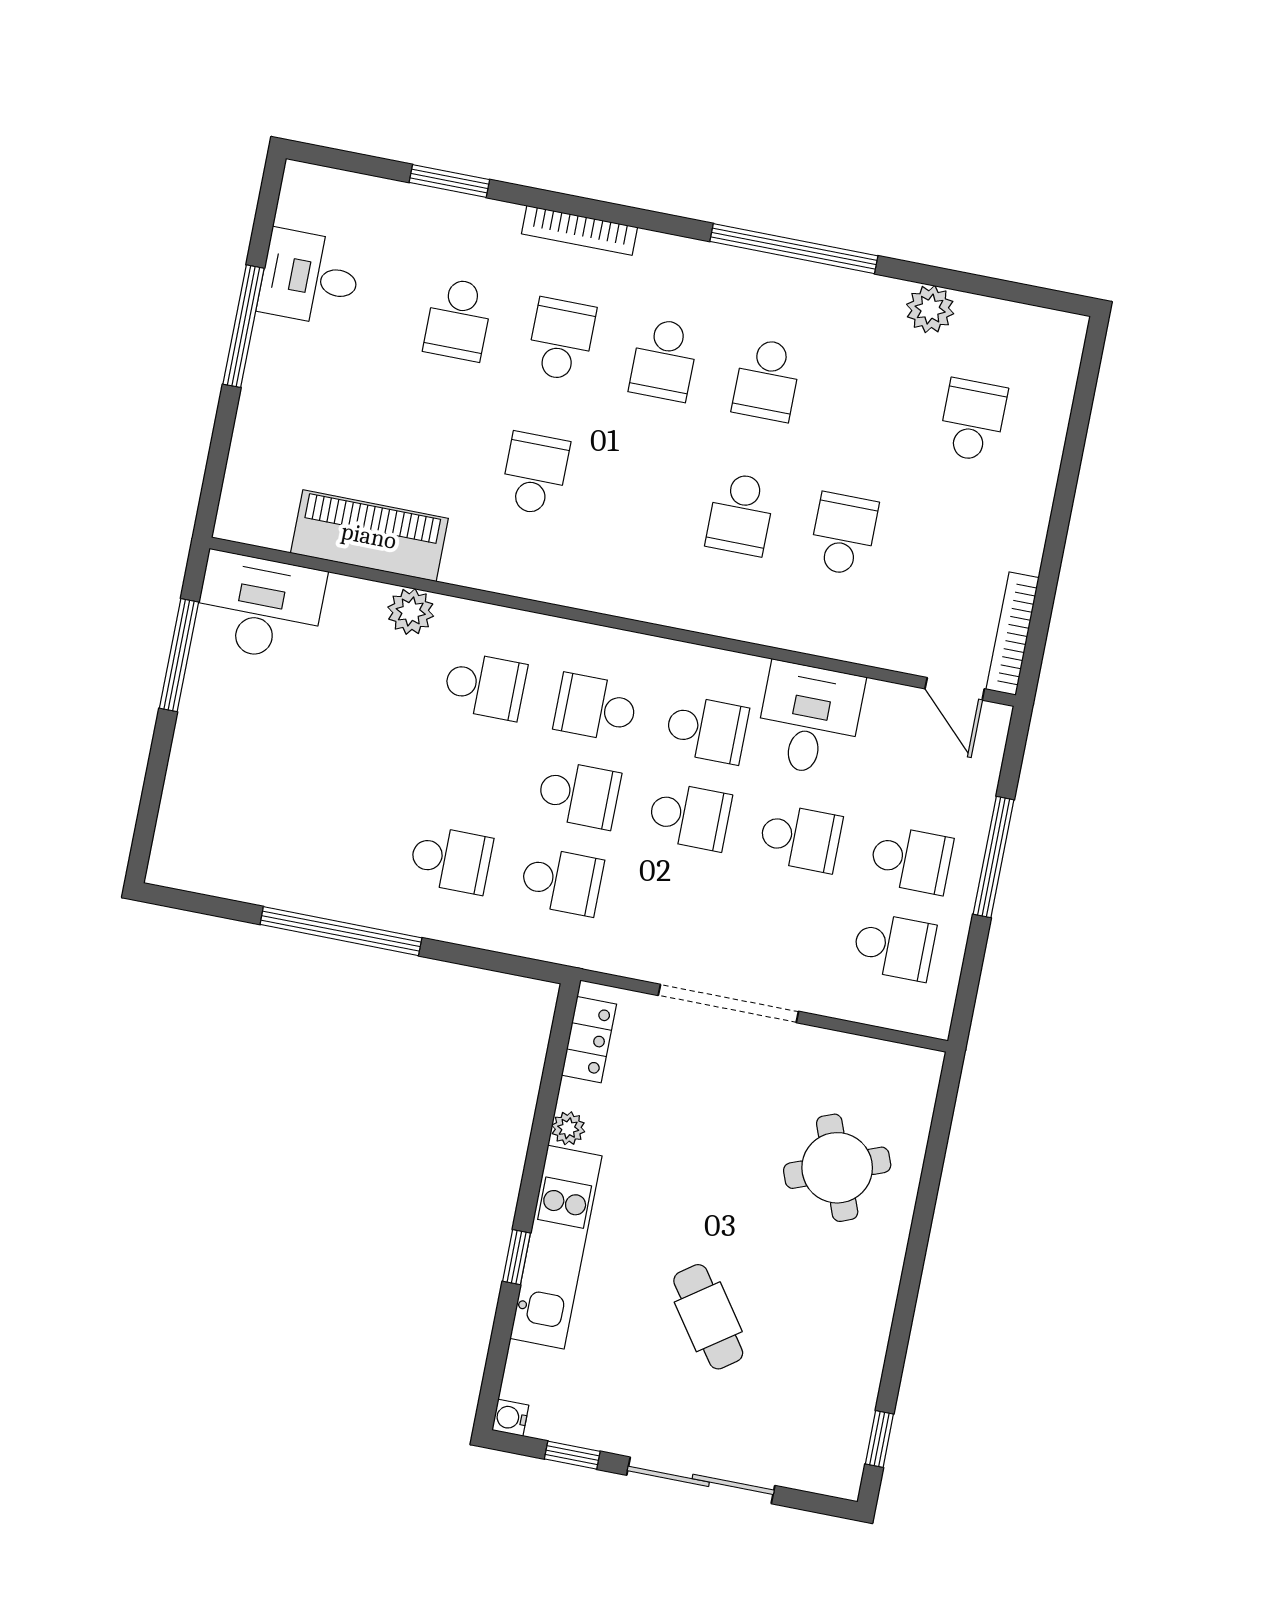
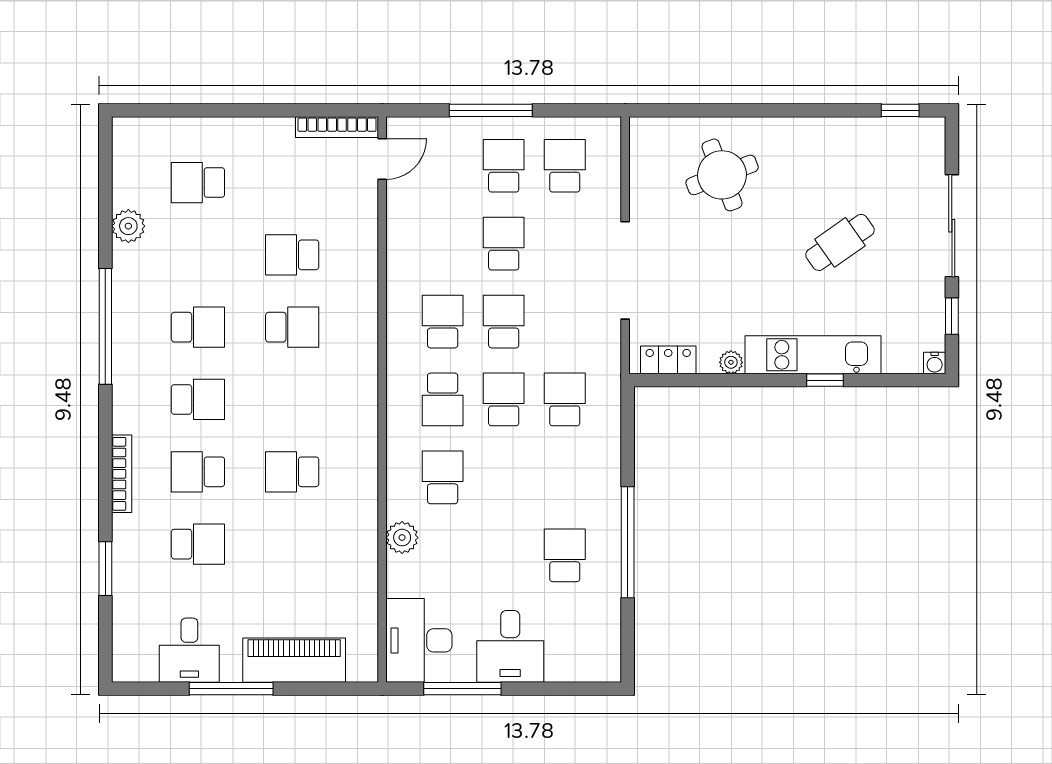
piano: (369, 536) -> (294, 660), moved, turned 90
desk: (809, 719) -> (510, 646), moved, turned -90
school desk: (451, 860) -> (565, 555), moved

